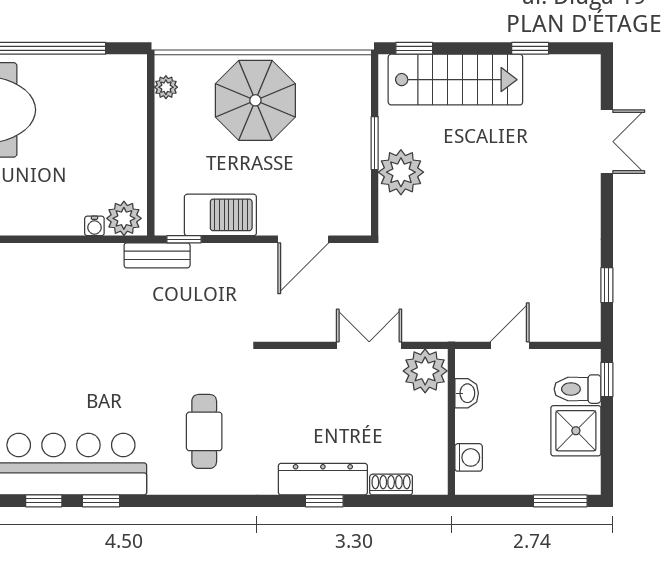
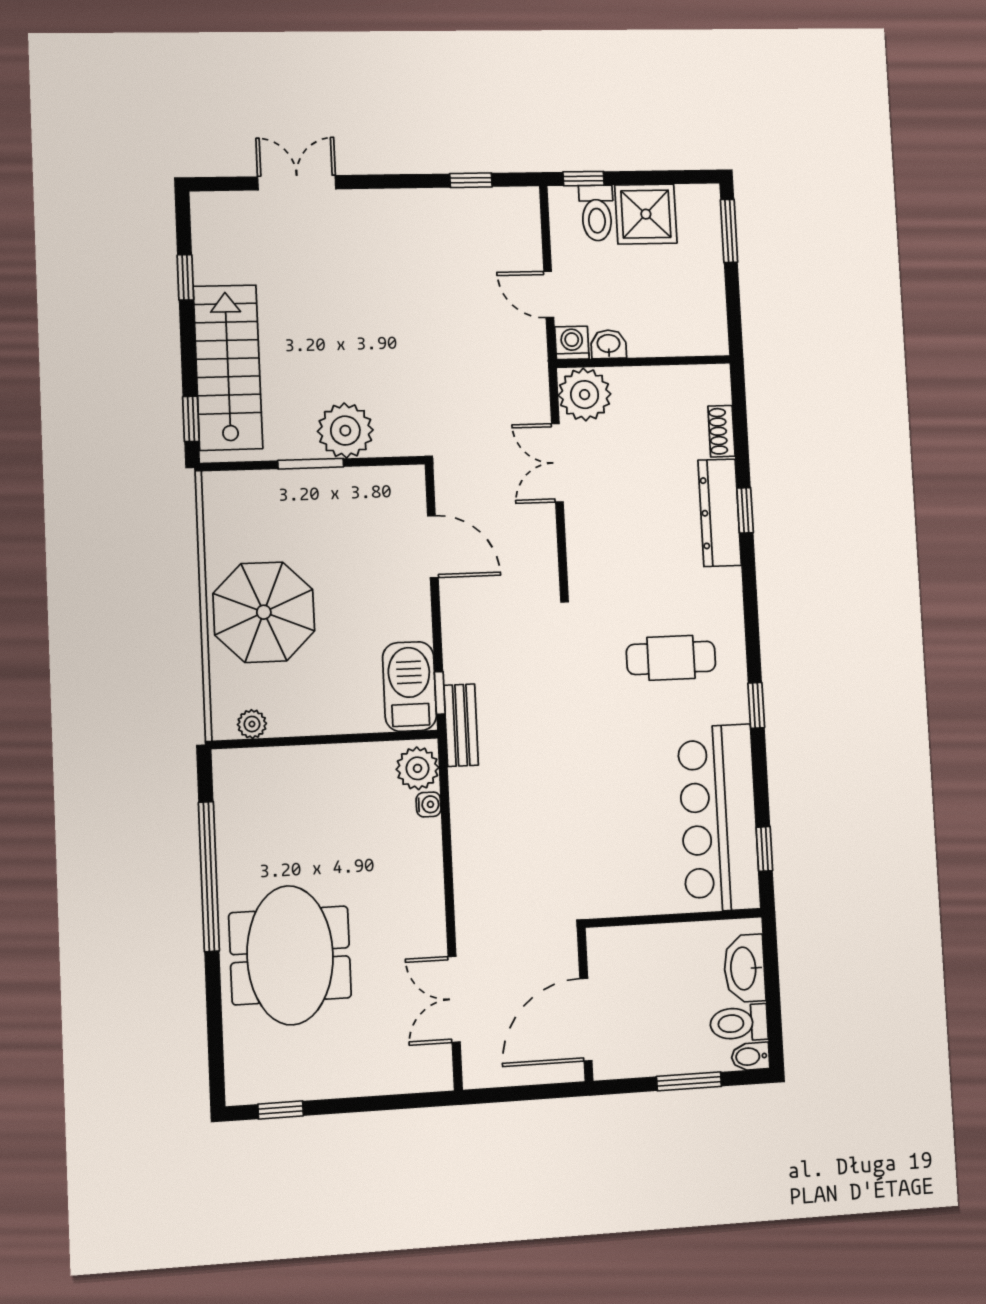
barbecue: (220, 215) -> (410, 687), moved
washing machine: (469, 457) -> (572, 343), moved
window: (101, 501) -> (756, 705), moved

